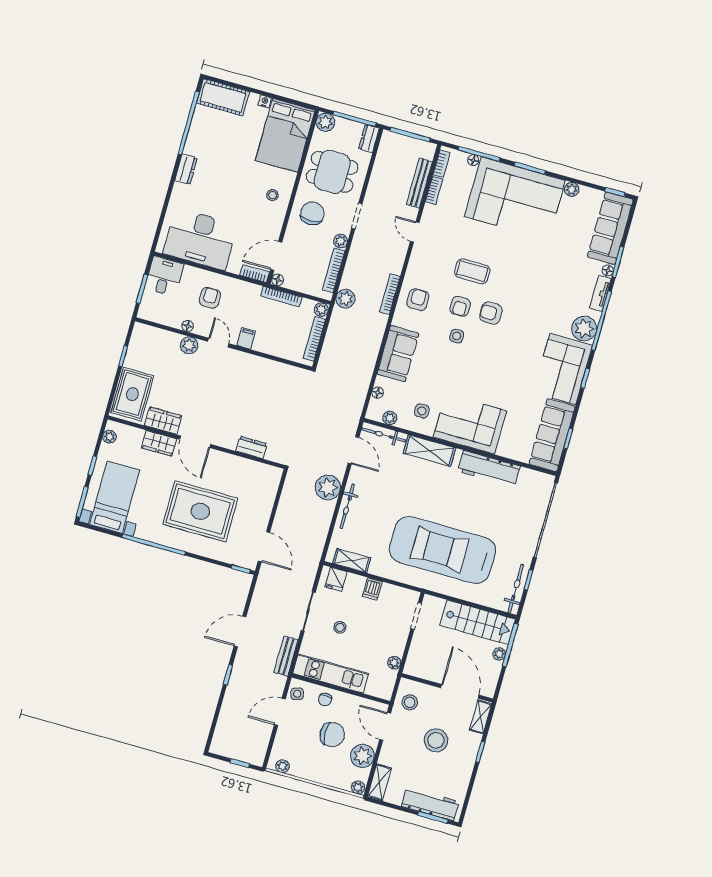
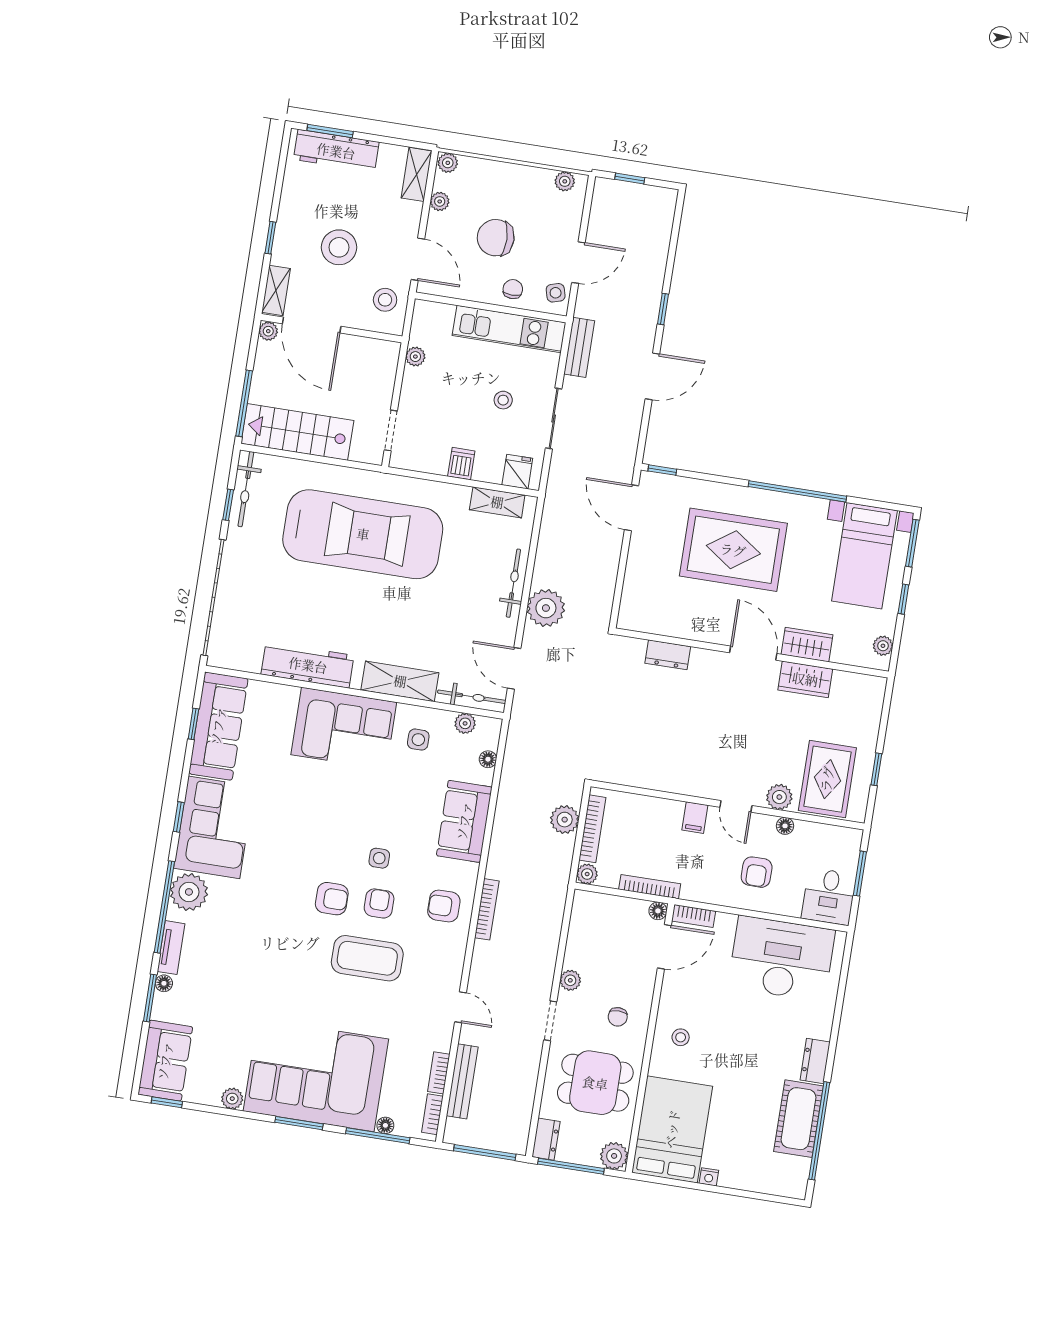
cot: (223, 97) -> (799, 1119), moved, turned 90
chair: (312, 213) -> (618, 1017), width x0.54, depth x0.54
sofa: (610, 228) -> (165, 1061), width x0.73
bookcase: (334, 270) -> (576, 935), removed
coffee table: (472, 271) -> (367, 958), width x1.36, depth x1.32
plant: (345, 299) -> (565, 820), moved
armchair: (418, 300) -> (444, 906), turned 90
rug: (132, 394) -> (827, 779), moved
plant: (499, 654) -> (268, 331), moved
plant: (362, 756) -> (440, 201), width x0.53, depth x0.53

